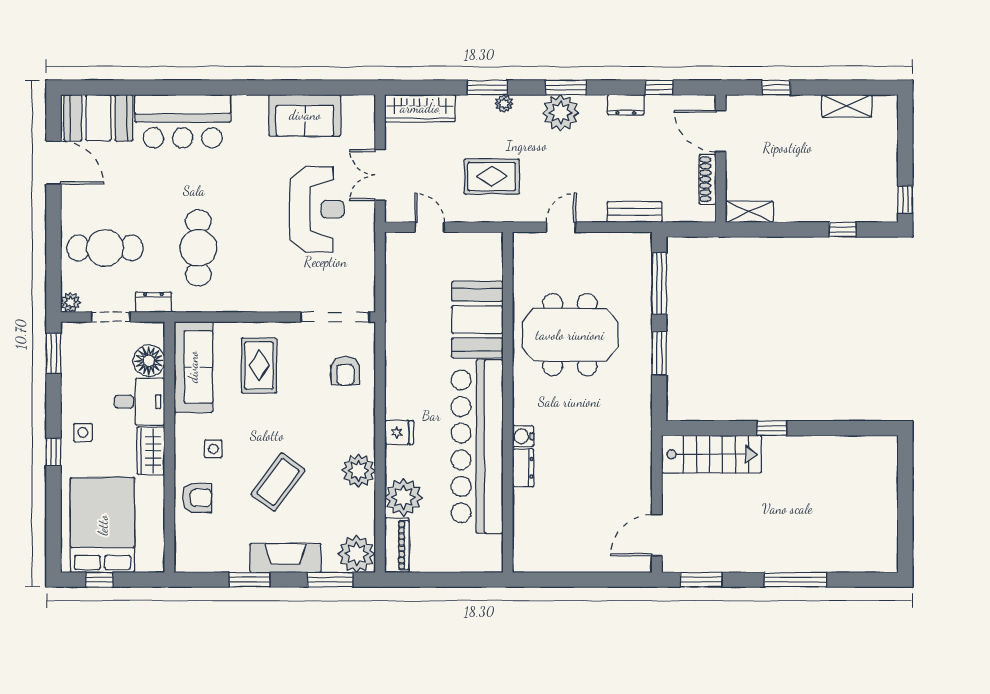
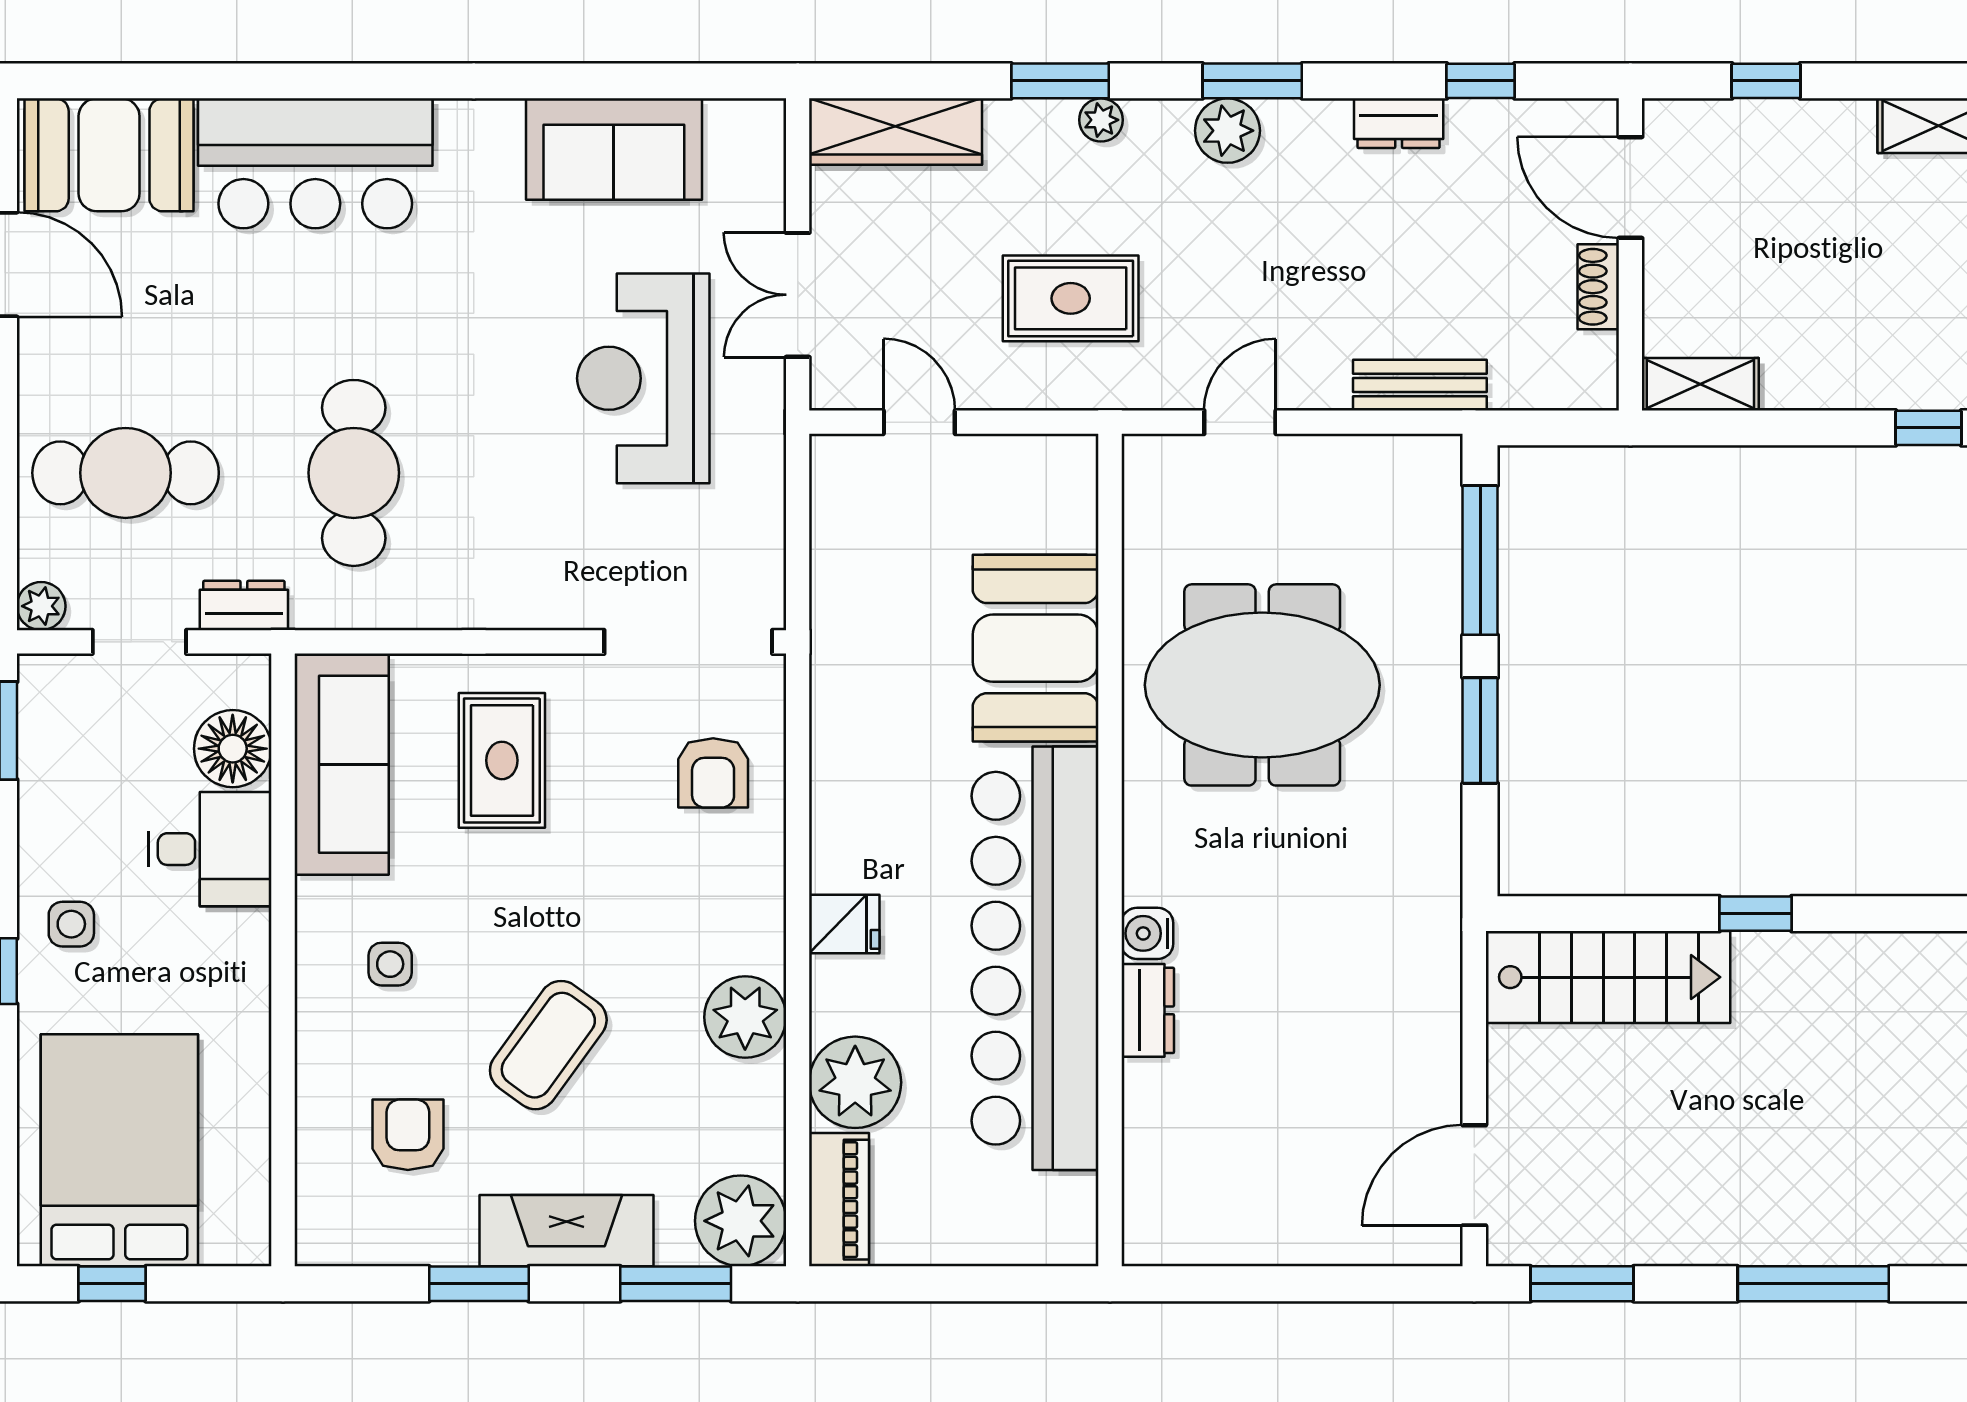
plant: (561, 113) -> (1227, 131), width x0.73, depth x0.73
shoe rack: (707, 179) -> (1598, 287), width x0.70
reception desk: (317, 209) -> (643, 378), turned 180
wardrobe: (151, 451) -> (238, 969), removed
armchair: (197, 498) -> (408, 1135), moved, turned -90

